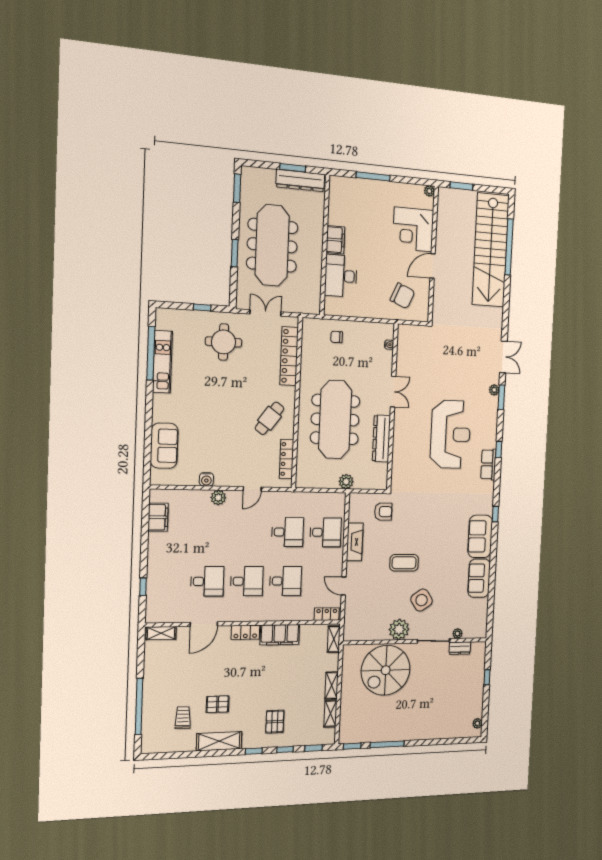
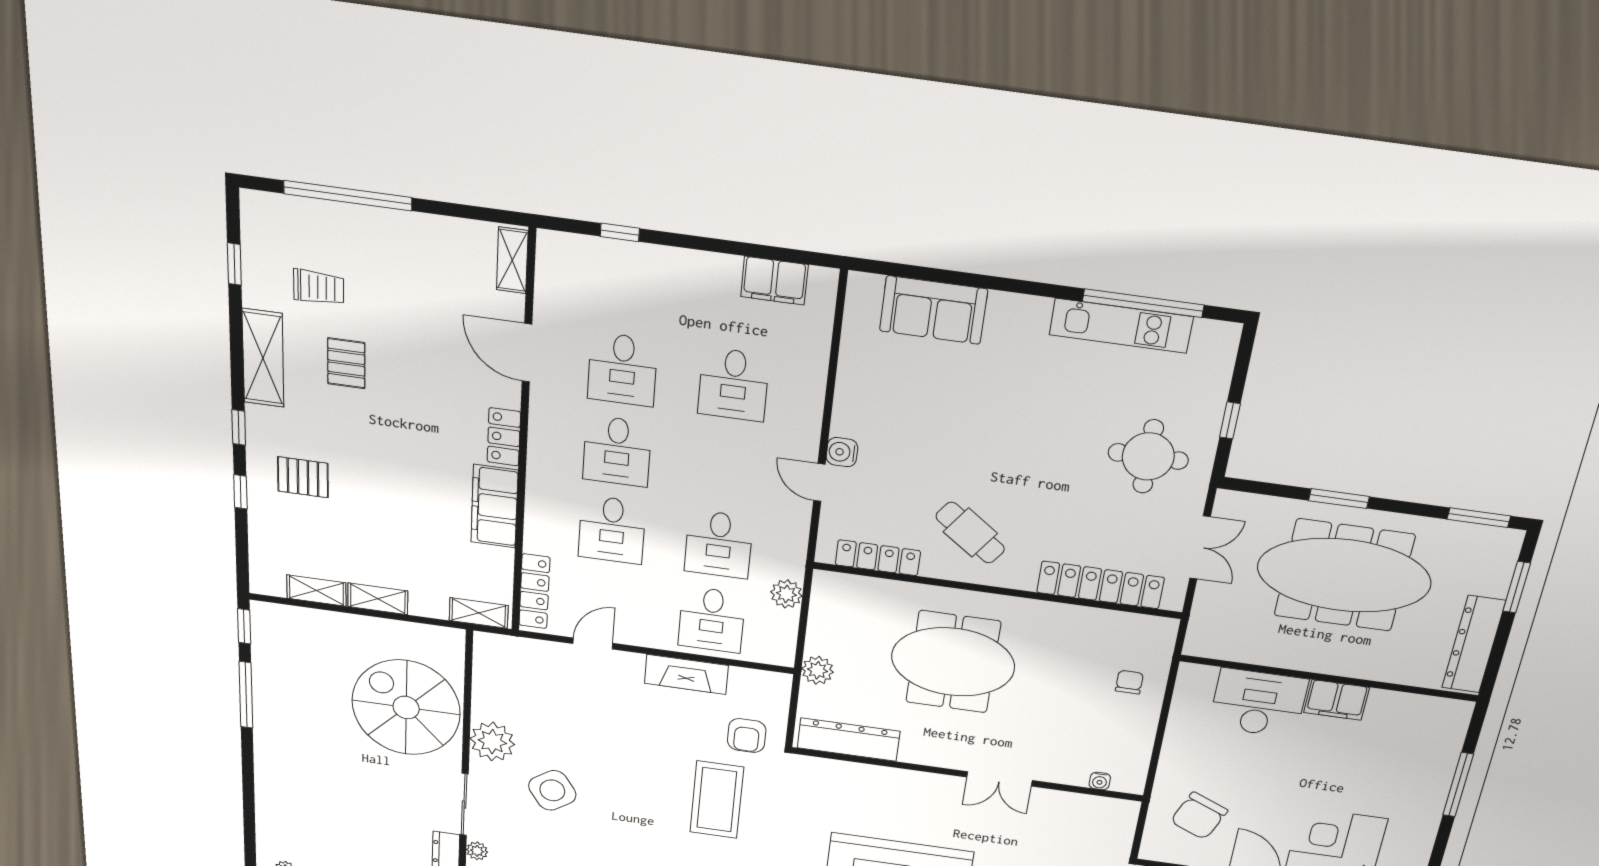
window: (293, 168) -> (1517, 587), moved
meeting table: (335, 419) -> (953, 662), width x0.73
dresser: (381, 438) -> (849, 740), moved
water cooler: (206, 479) -> (842, 452), moved
plant: (218, 498) -> (786, 594), moved
desk: (209, 531) -> (734, 384), added
coffee table: (404, 563) -> (717, 800), moved, width x1.36, depth x1.32
locker: (327, 614) -> (534, 591), width x1.53
window: (313, 748) -> (234, 264), moved

